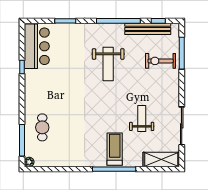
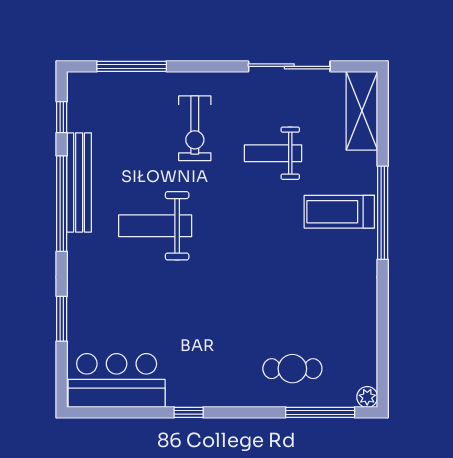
bench: (148, 29) -> (79, 182), moved
exercise bike: (161, 61) -> (195, 128), moved
weight bench: (108, 64) -> (155, 226), turned 180
window: (22, 67) -> (189, 412), moved

